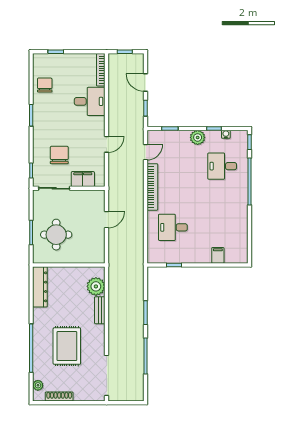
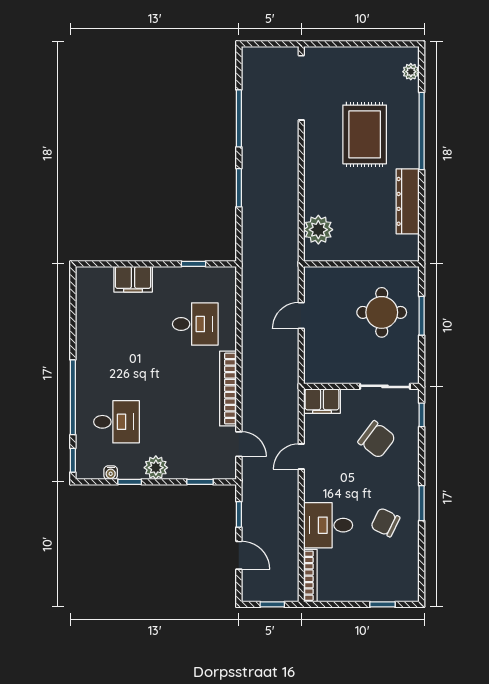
chair: (45, 85) -> (385, 522), moved, turned 116
door: (146, 152) -> (239, 444), swing flipped
chair: (59, 155) -> (377, 439), turned -53
filing cabinet: (83, 179) -> (322, 401), moved
door: (107, 220) -> (301, 316), moved
filing cabinet: (218, 255) -> (133, 279), width x2.00
dresser: (40, 287) -> (408, 201), moved
bench: (100, 310) -> (312, 192), removed
shoe rack: (59, 396) -> (377, 54), removed

